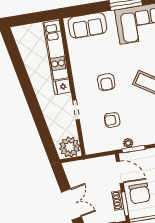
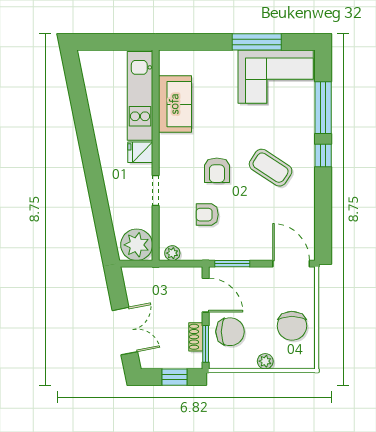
sofa: (87, 25) -> (175, 104), moved, turned -90
armchair: (106, 82) -> (217, 170), moved
plant: (128, 143) -> (172, 253), moved
chair: (139, 193) -> (230, 332), turned -90

